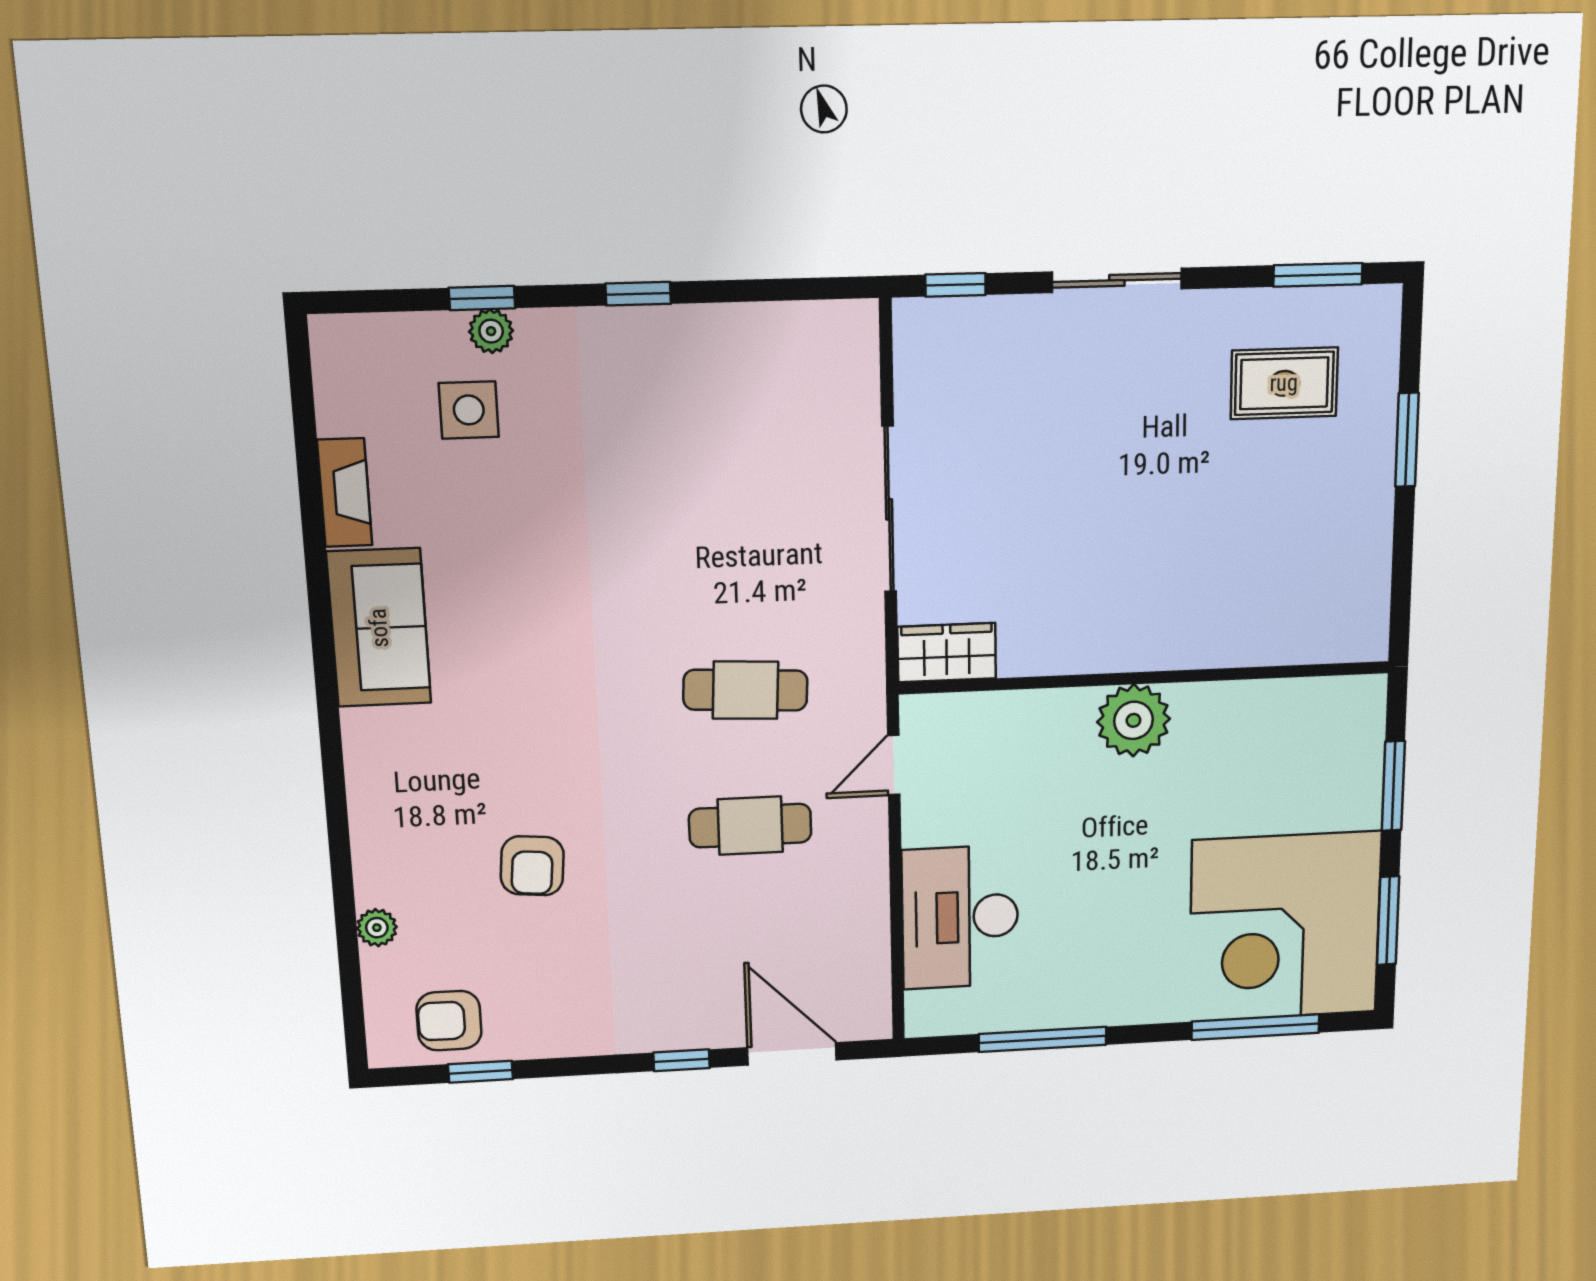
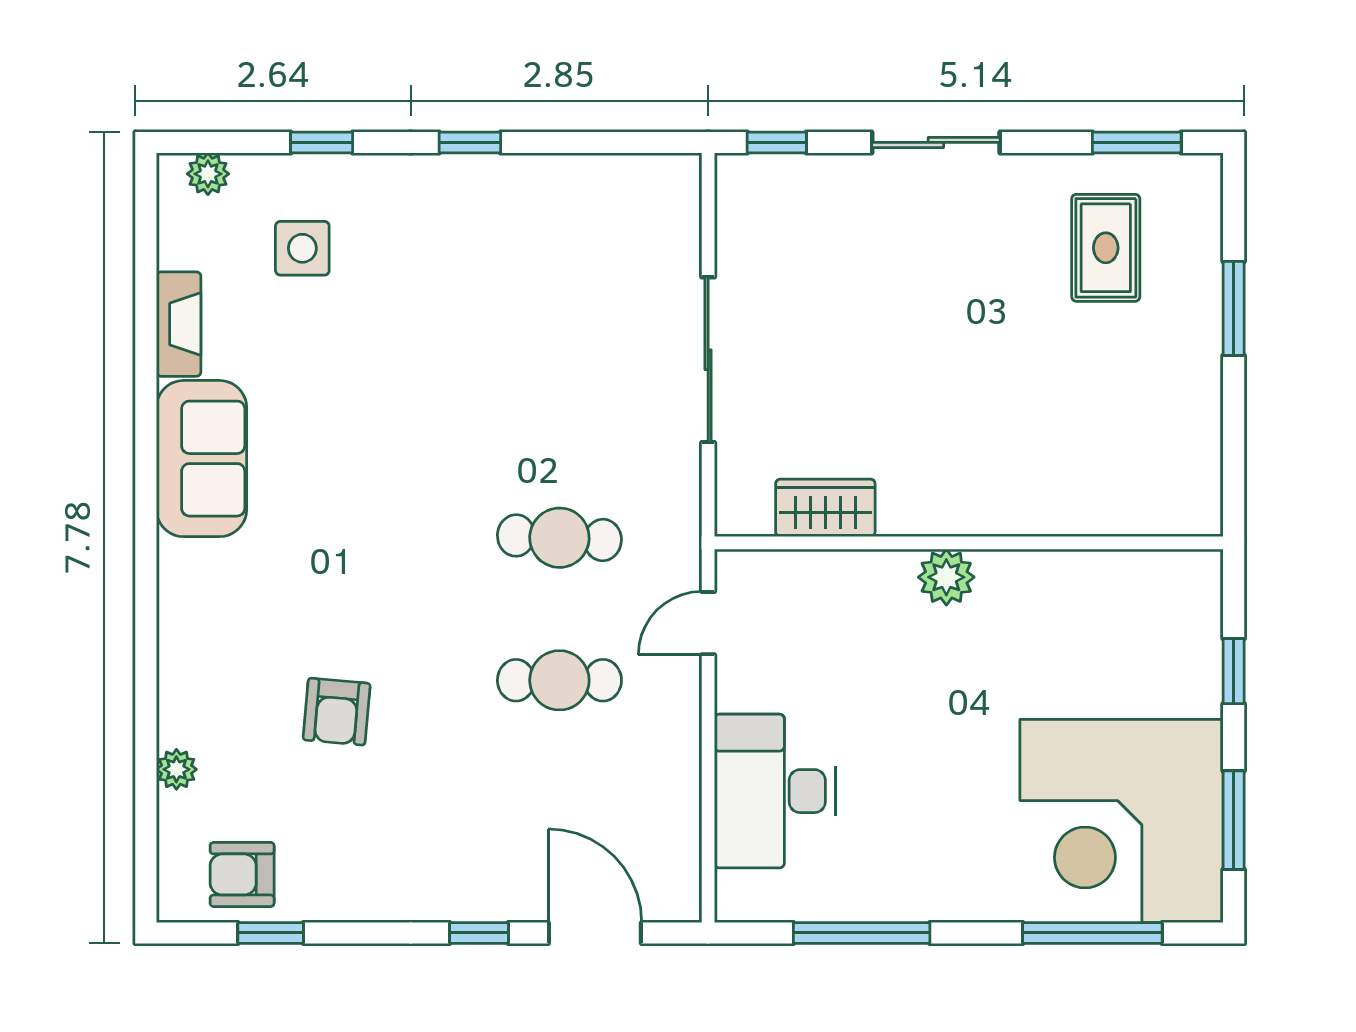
plant: (491, 331) -> (208, 174), moved
rug: (1284, 383) -> (1106, 248), turned 90
wardrobe: (947, 653) -> (825, 508), moved
plant: (1133, 720) -> (946, 577), width x0.73, depth x0.73
window: (1393, 786) -> (1234, 671), width x0.67

